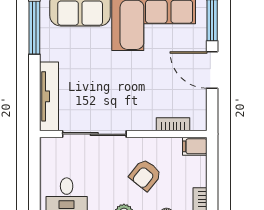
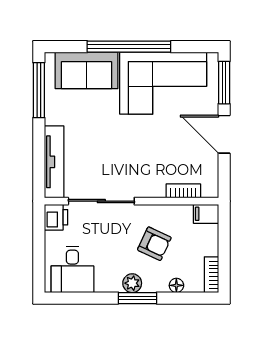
printer: (51, 150) -> (56, 217), added
armchair: (145, 175) -> (154, 244), turned -104

